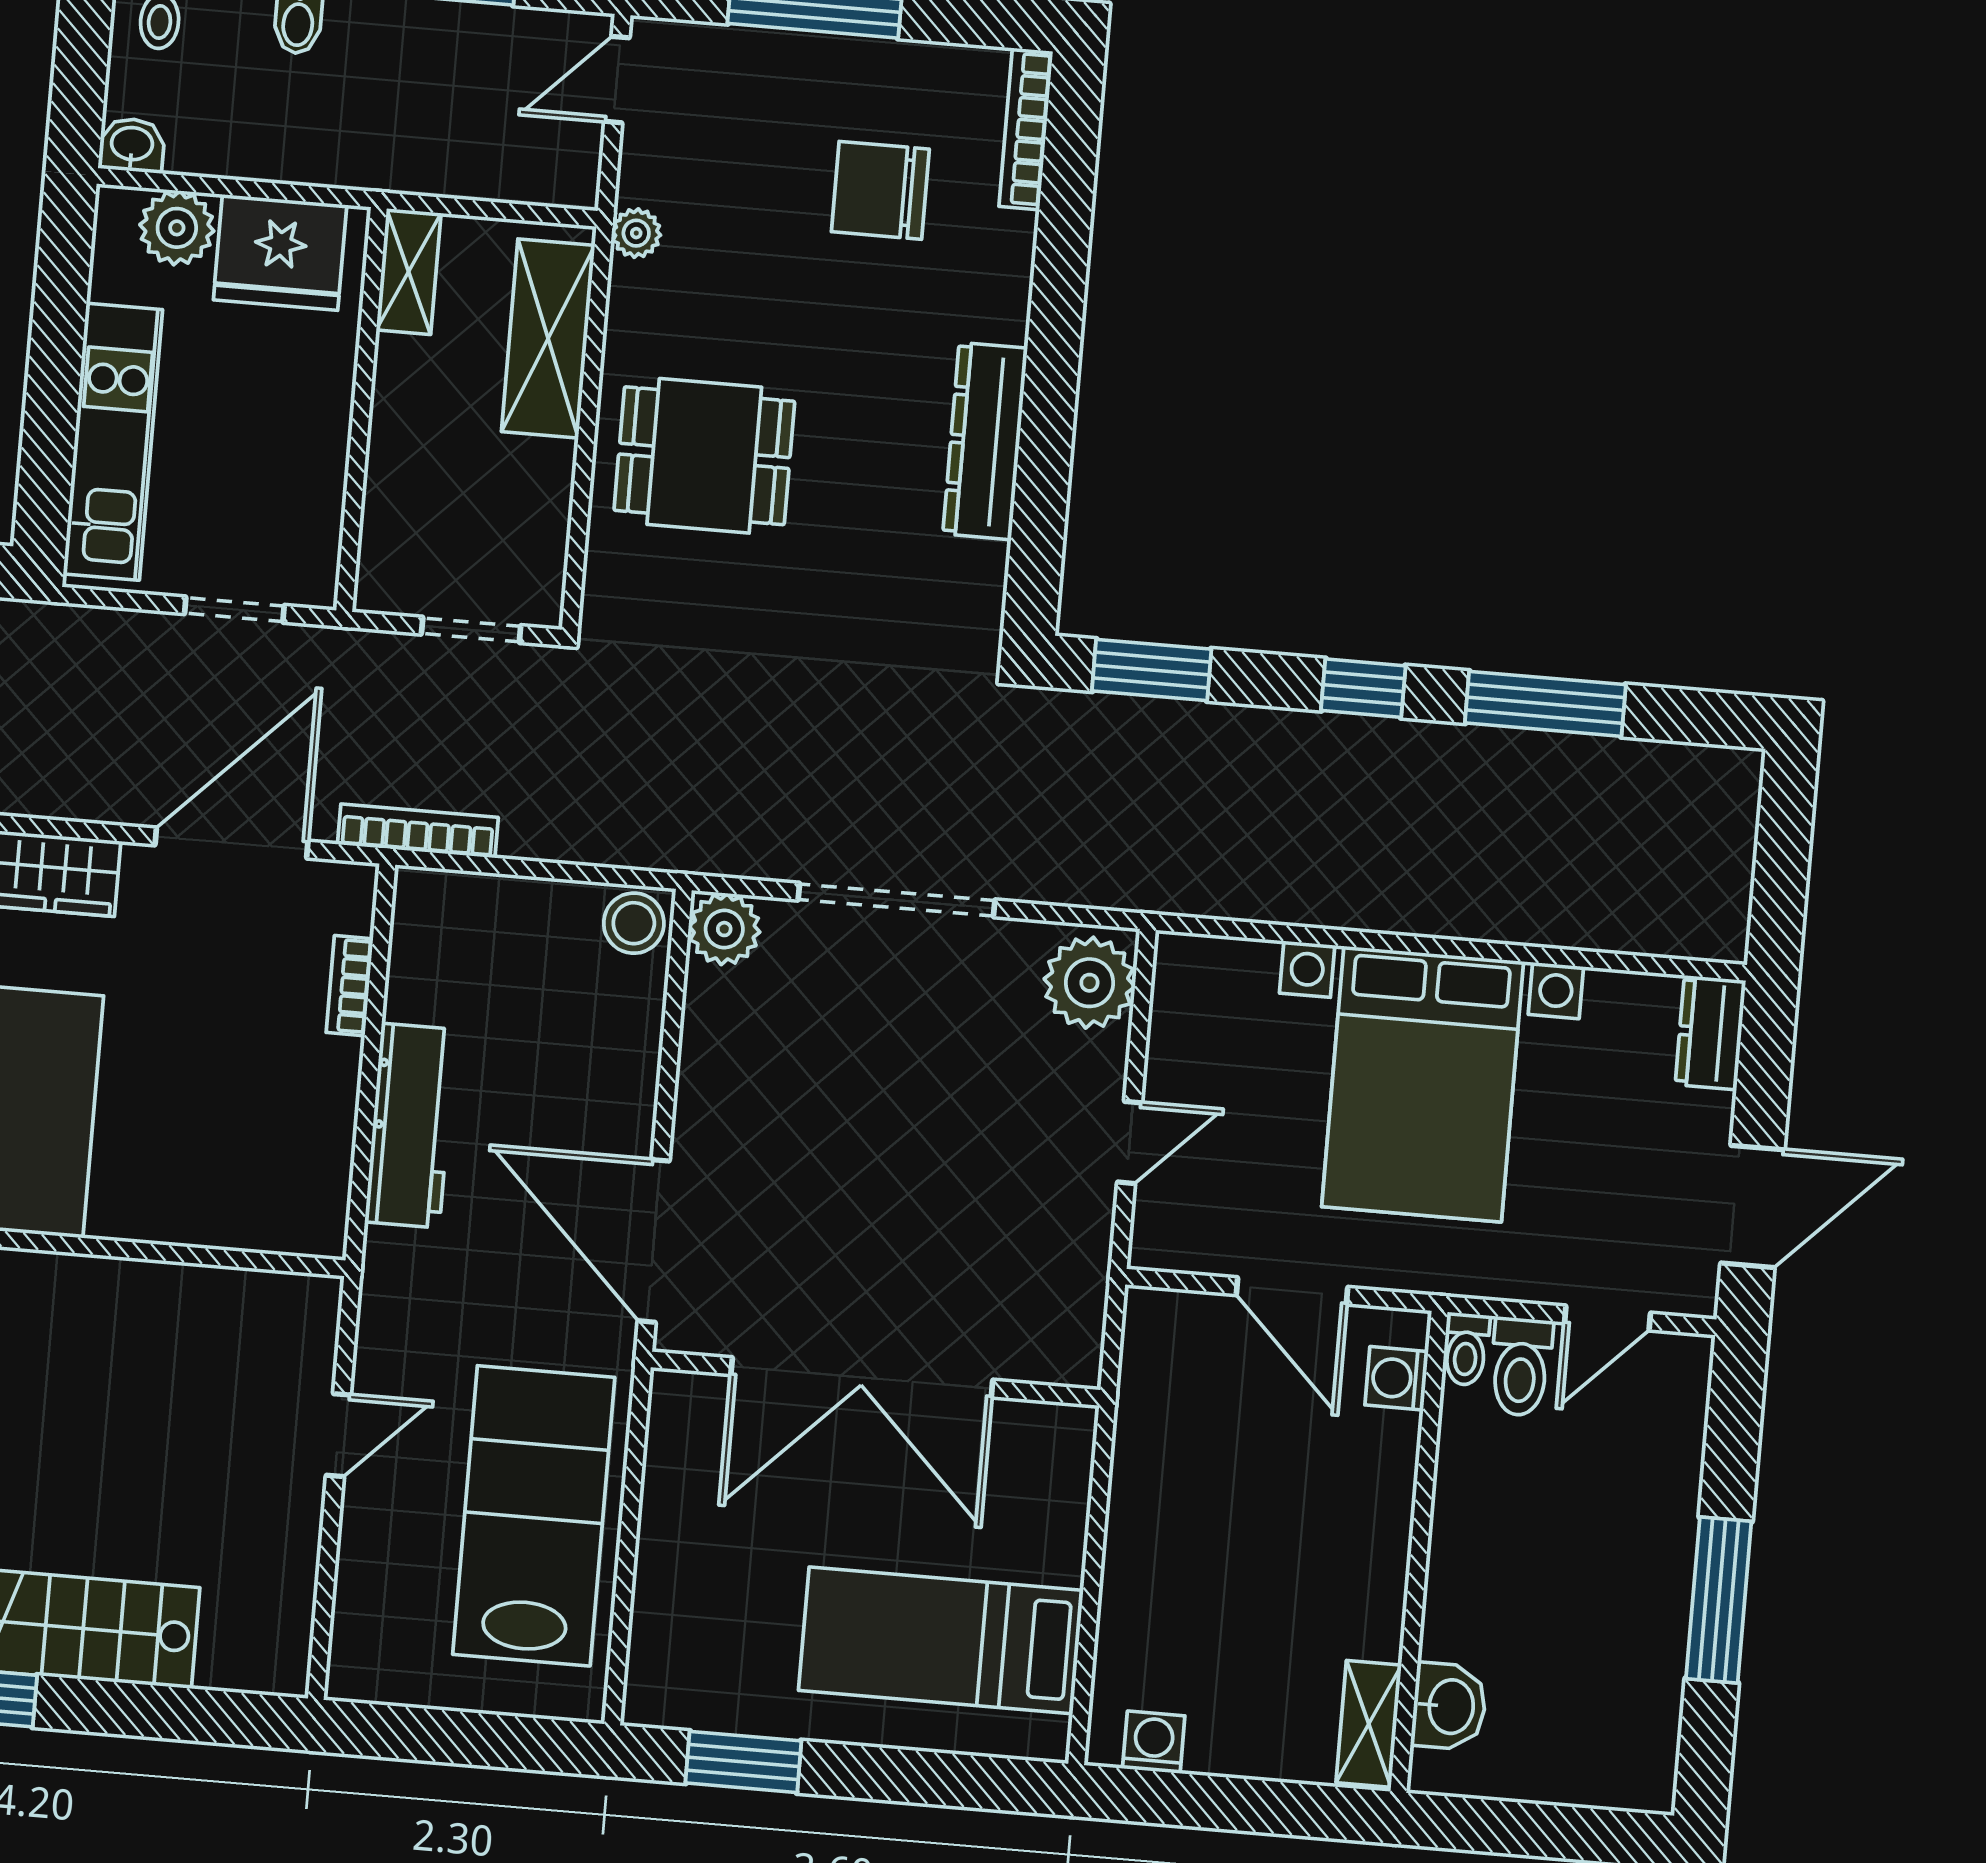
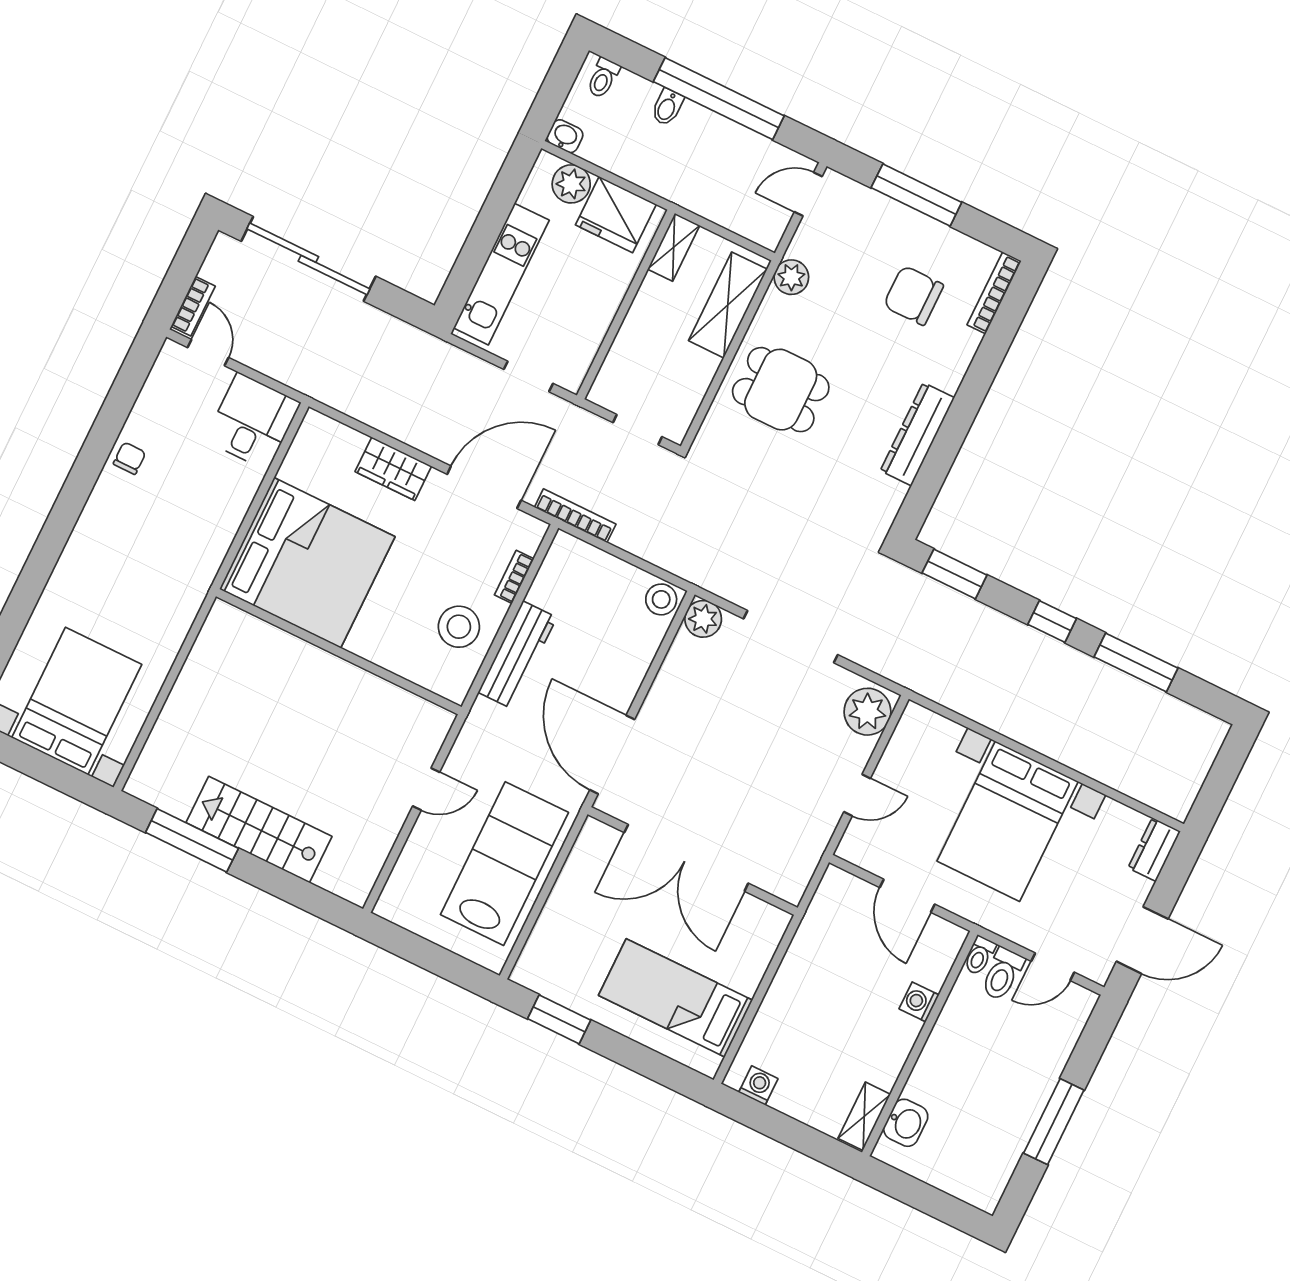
plant: (636, 233) -> (791, 277), width x1.38, depth x1.38
stool: (284, 1115) -> (459, 627), added
washing machine: (1397, 1378) -> (919, 1002), moved

